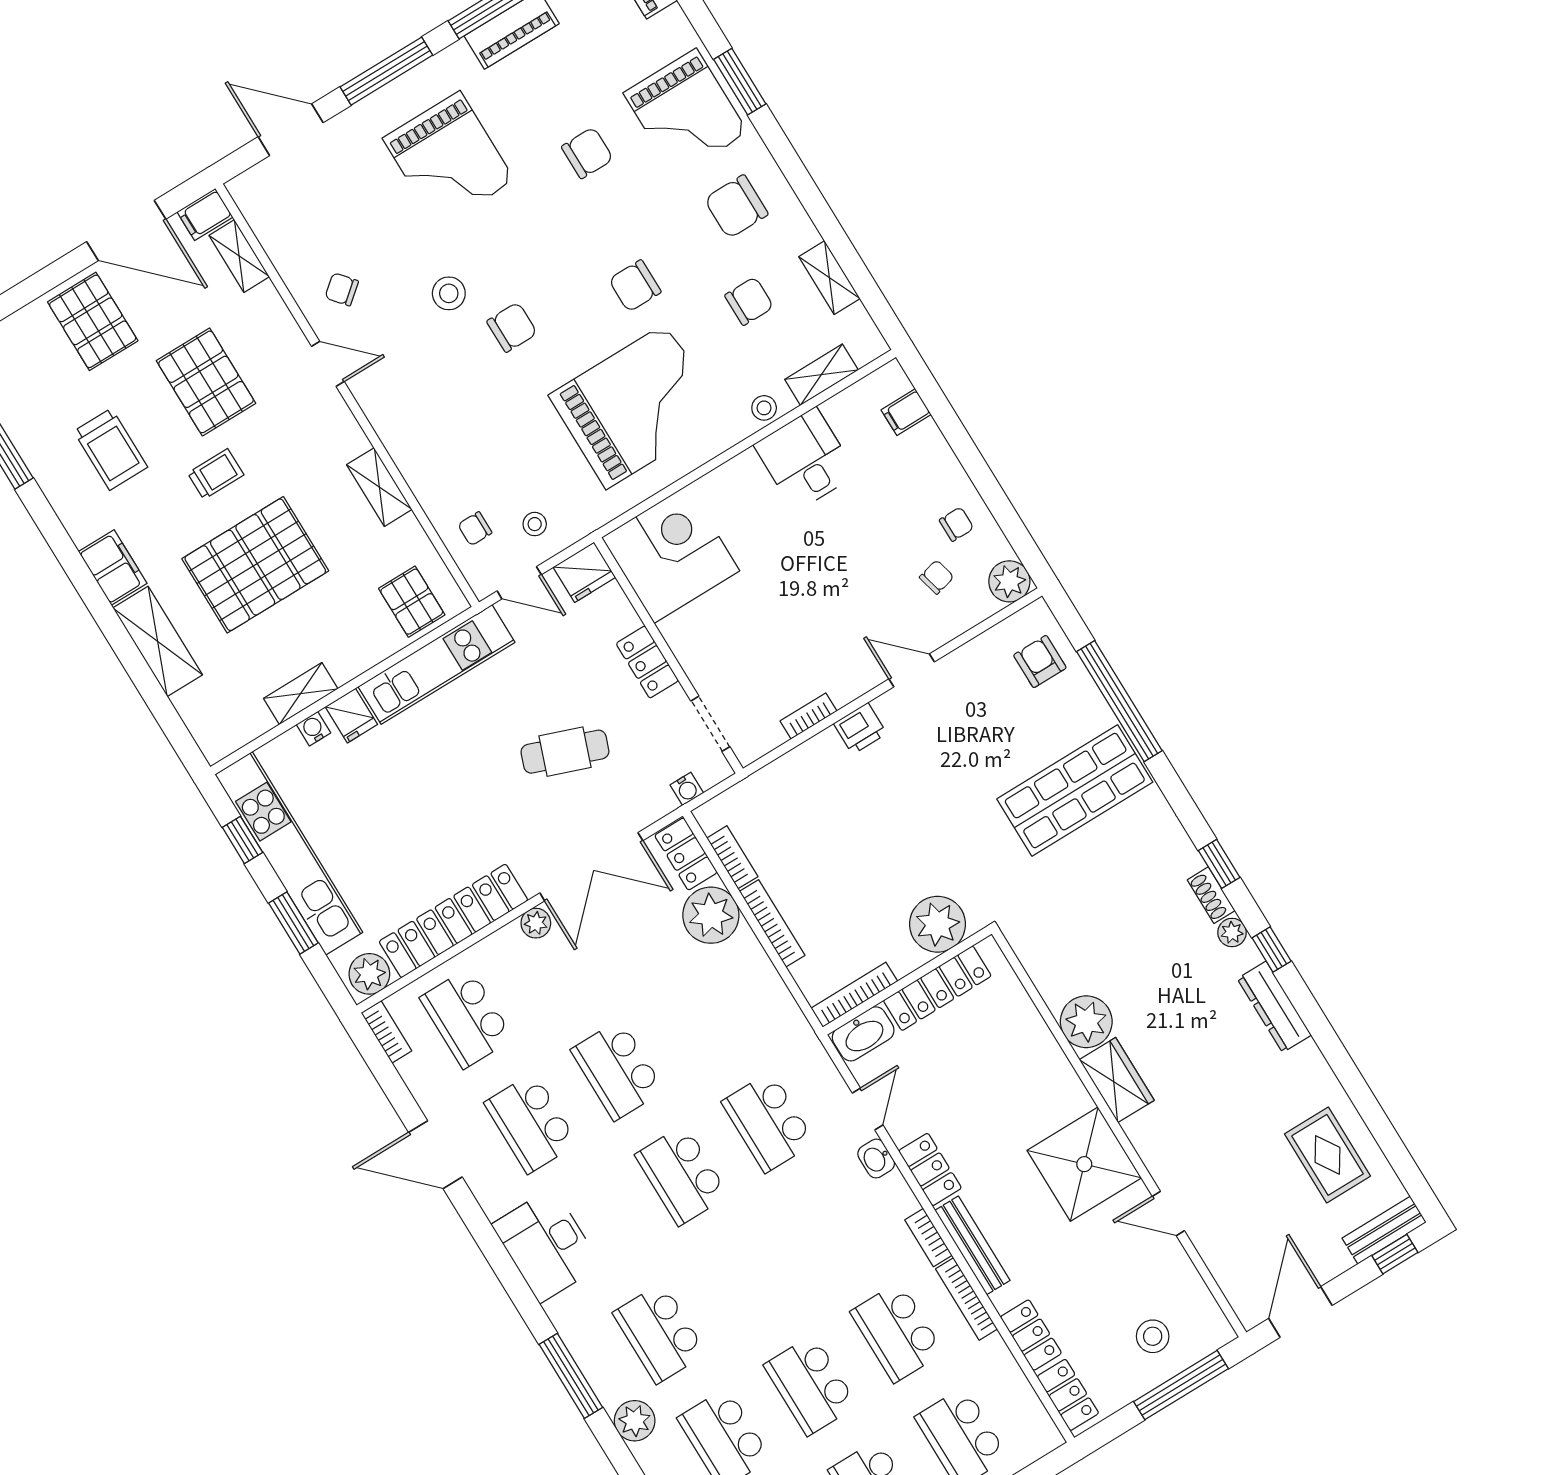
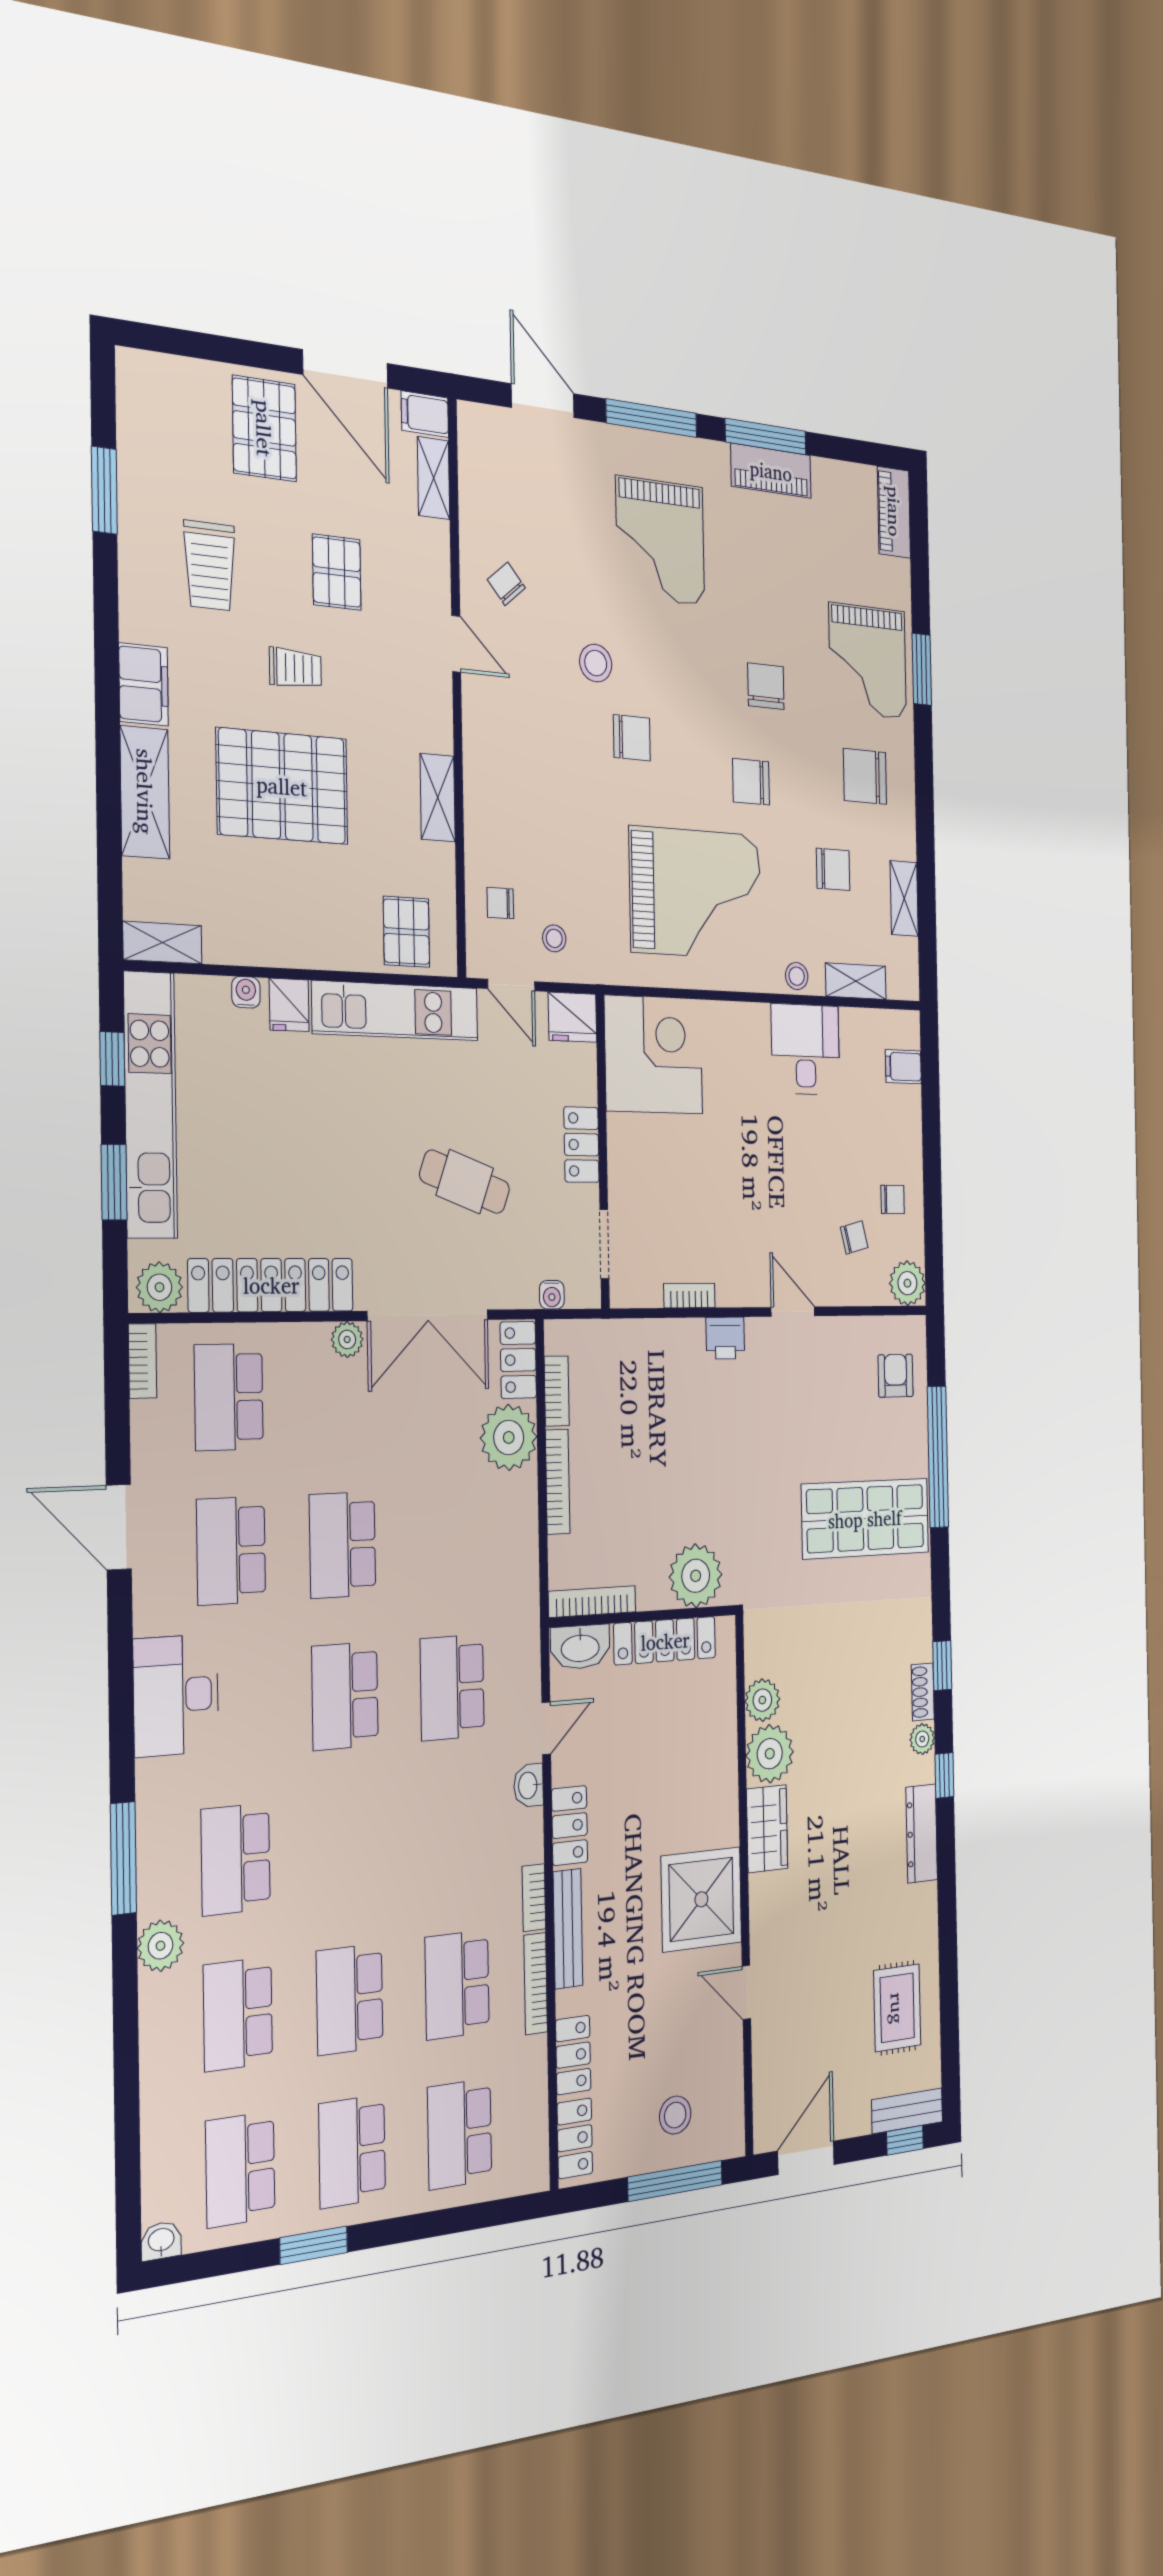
chair: (587, 153) -> (766, 686), moved, turned -90
pallet: (206, 382) -> (337, 572), width x0.67, depth x0.71
shelving: (301, 694) -> (162, 943), moved
plant: (1055, 985) -> (762, 1700), added

